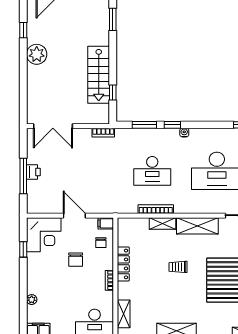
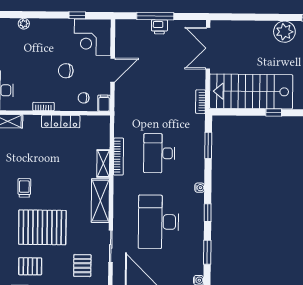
stairs: (99, 75) -> (251, 91), width x1.36, depth x1.51
window: (113, 92) -> (274, 112), moved
window: (172, 125) -> (208, 213), moved
trolley: (178, 267) -> (24, 188), moved

